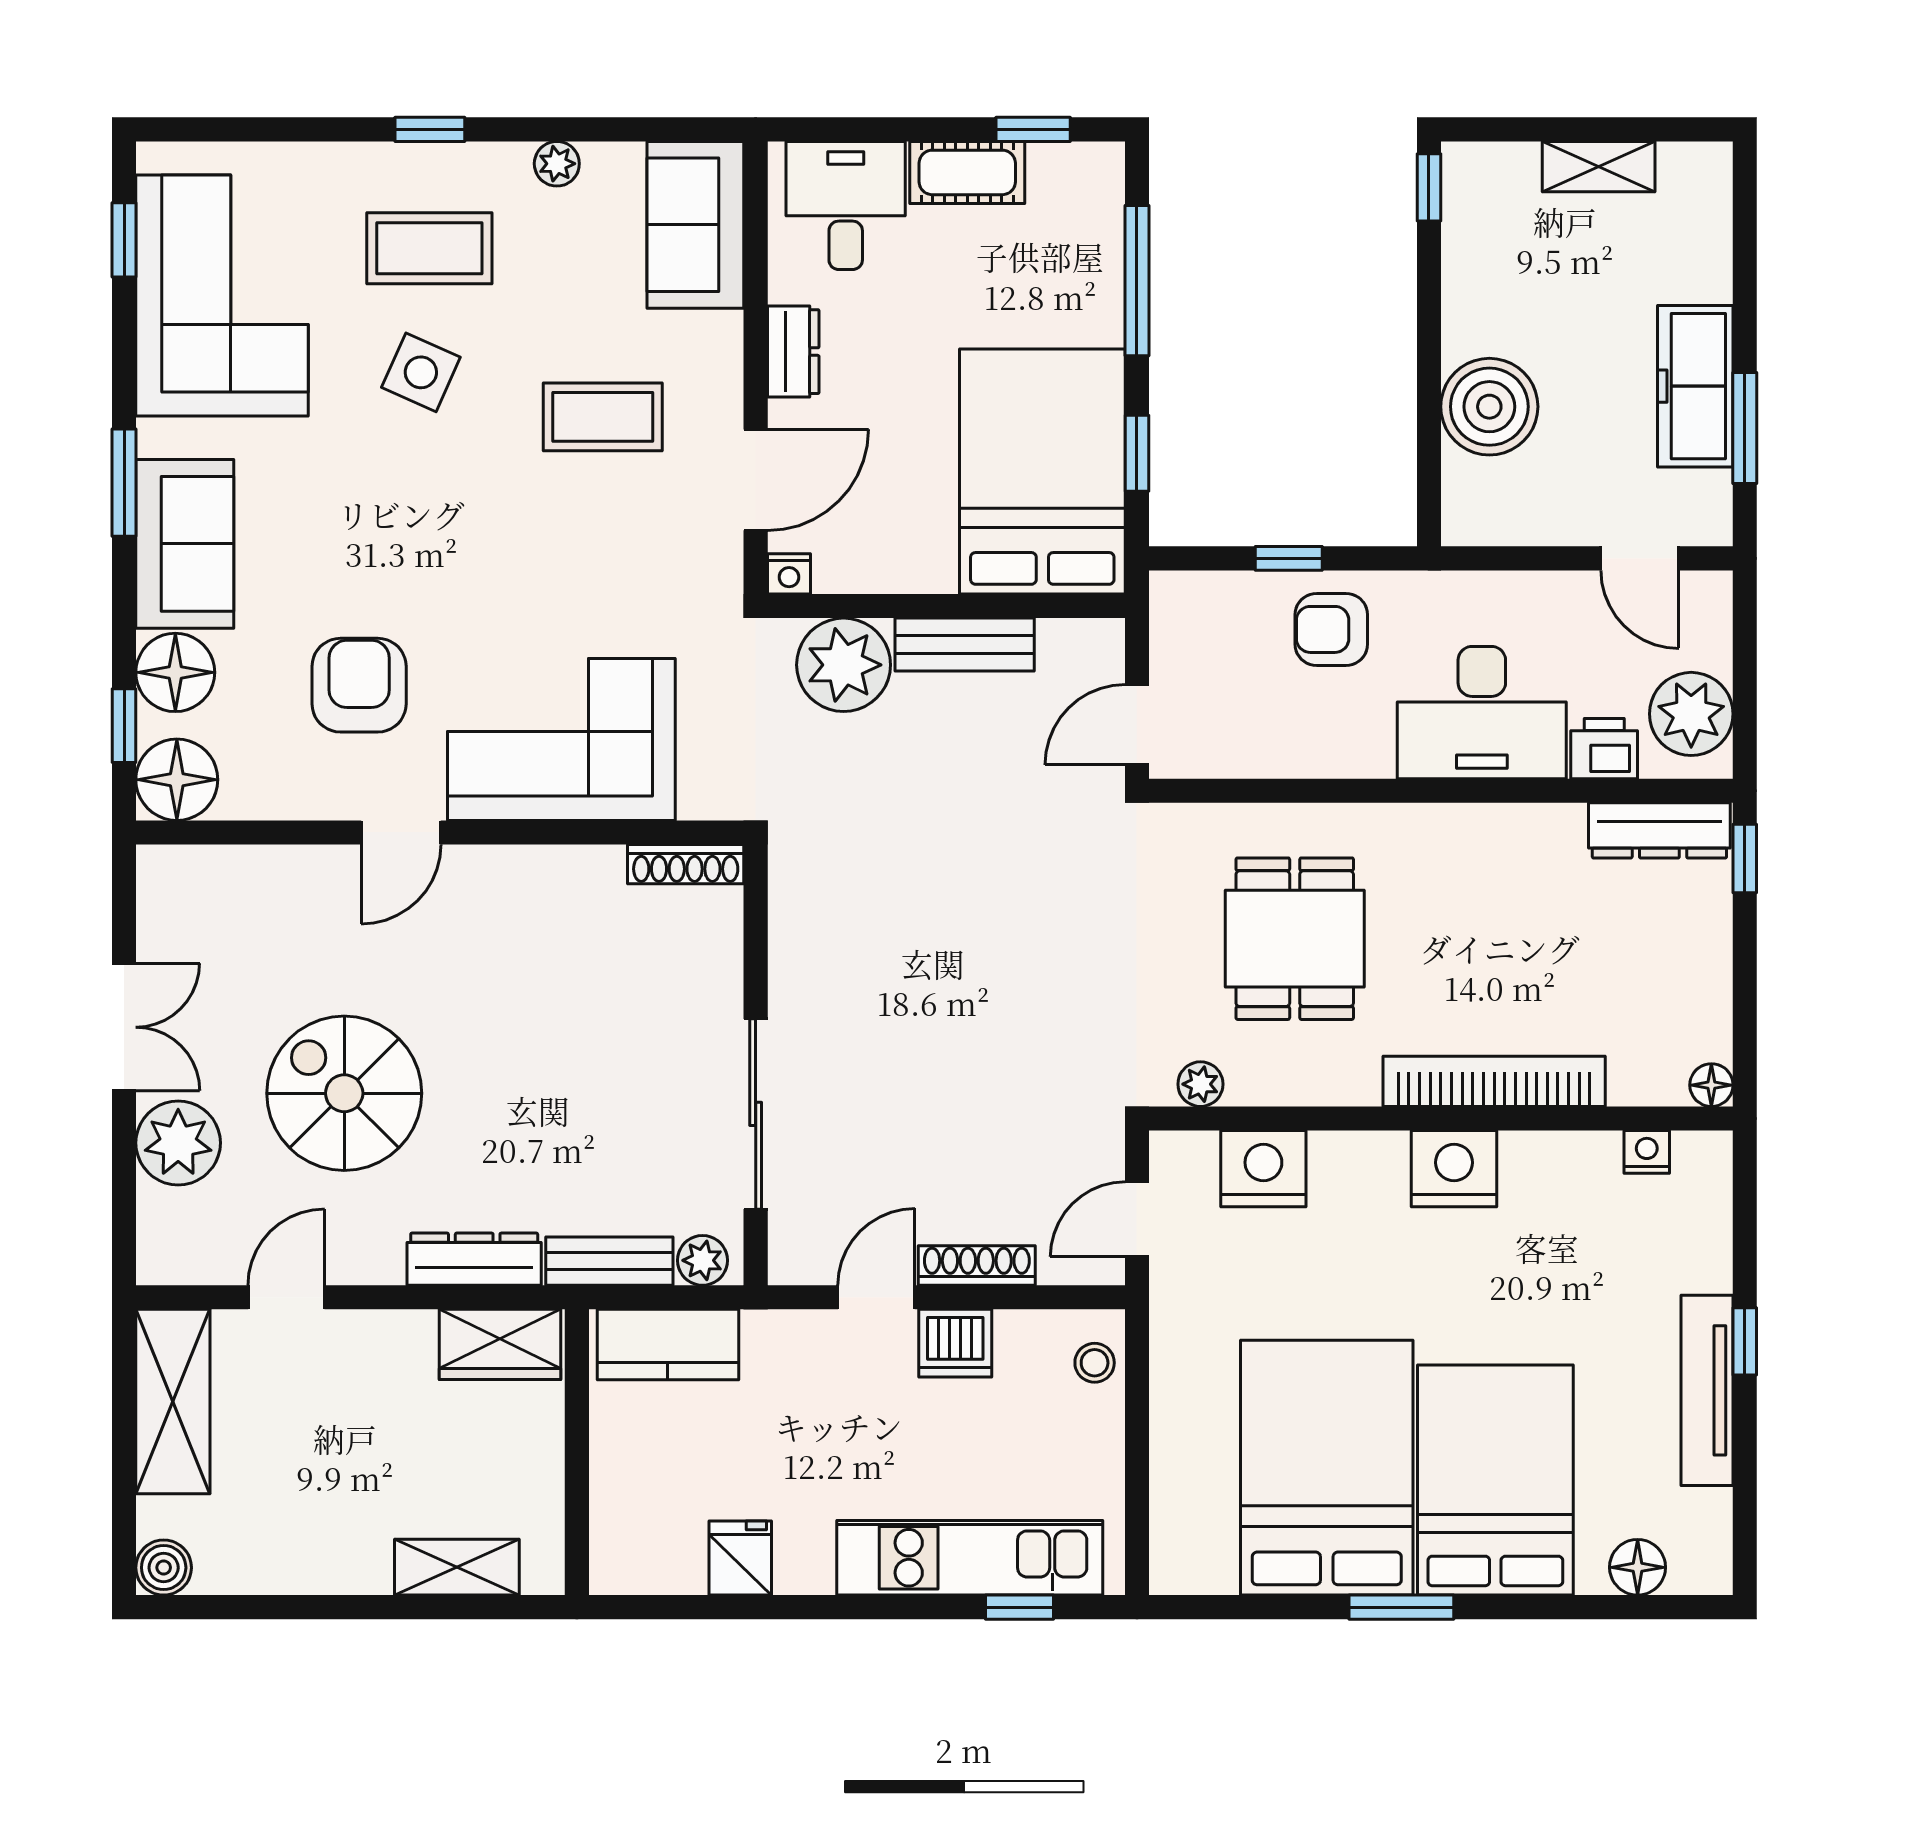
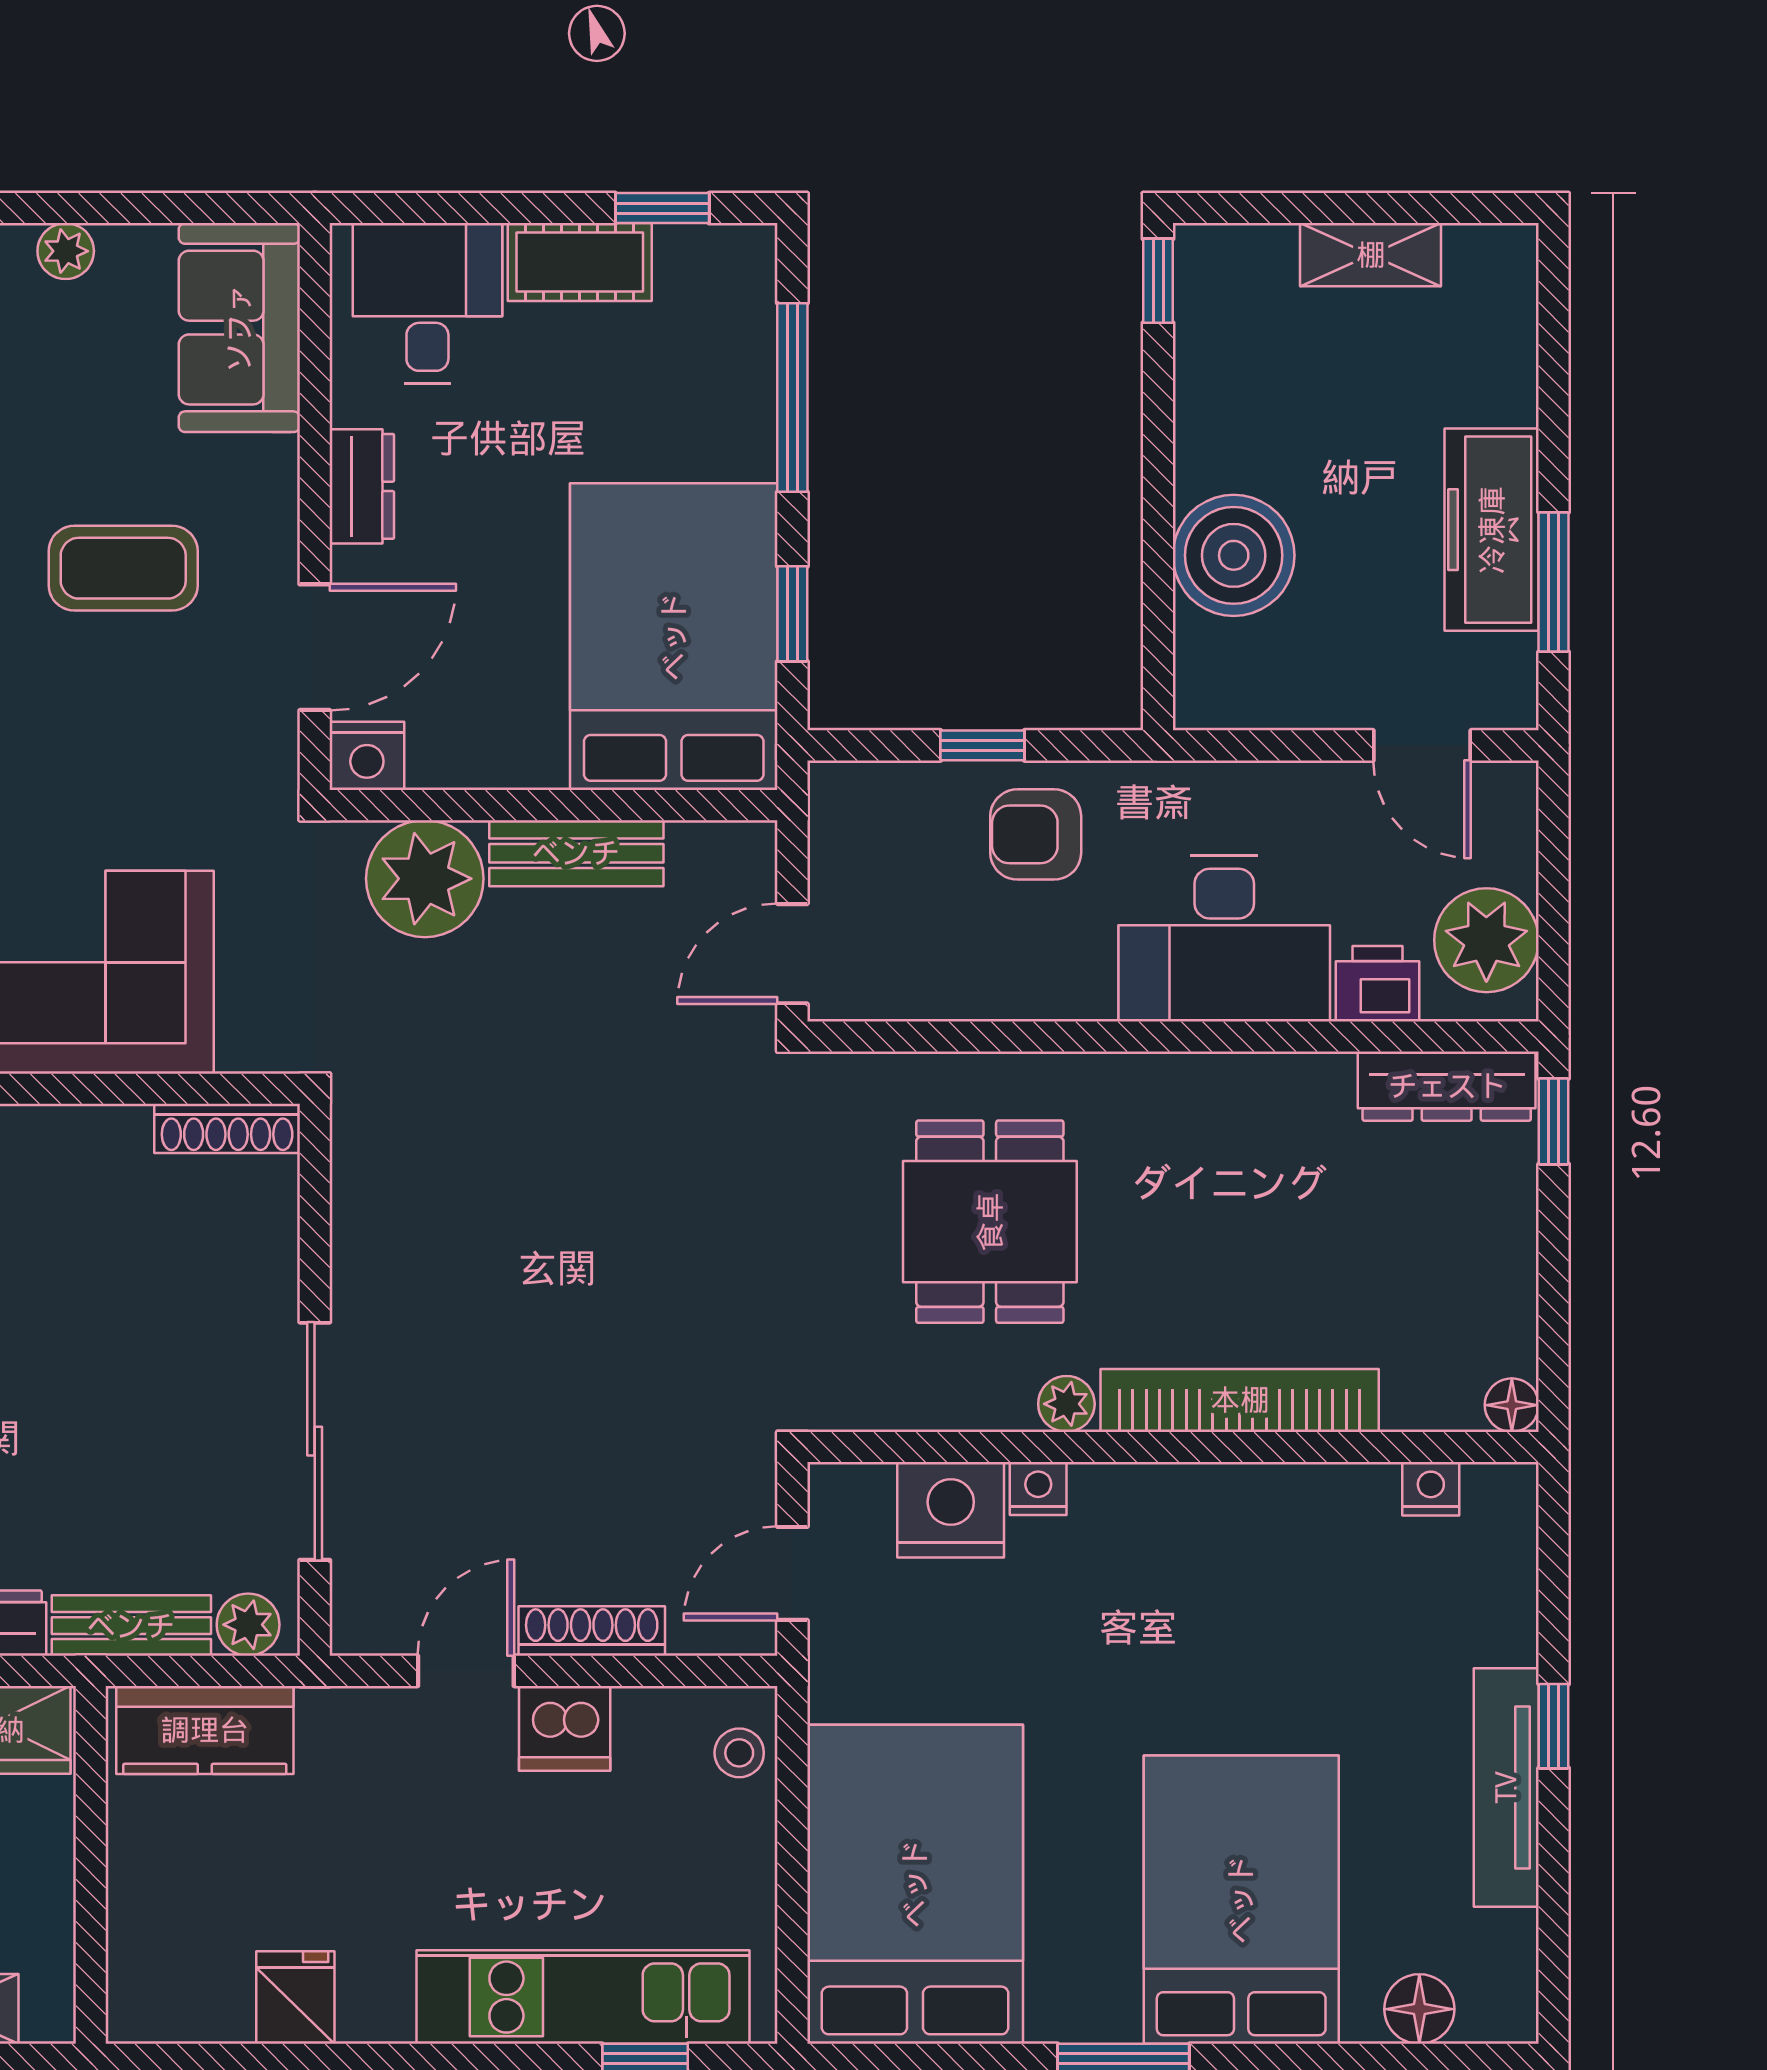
nightstand: (789, 574) -> (367, 756), width x1.39, depth x1.35
plant: (1200, 1084) -> (1066, 1404), moved
nightstand: (1454, 1169) -> (1038, 1489), moved, width x0.53, depth x0.56
bed: (1327, 1468) -> (915, 1884), moved

